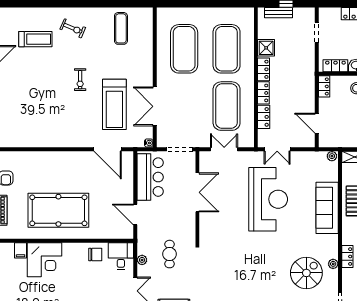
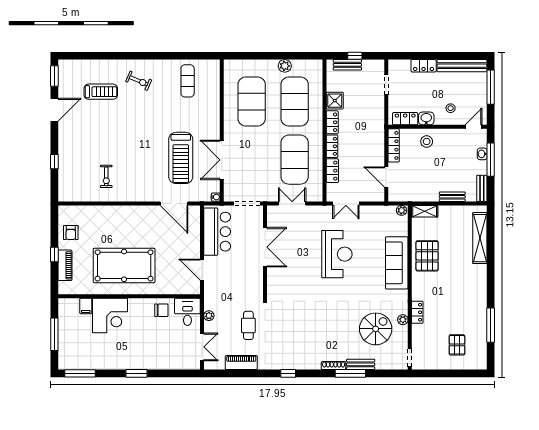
plant: (217, 14) -> (285, 66), added
exercise bike: (80, 80) -> (106, 176), moved
locker: (324, 86) -> (394, 145), width x1.53
reception desk: (268, 199) -> (337, 254), width x0.74, depth x0.77
cafe table: (170, 254) -> (248, 325), moved

